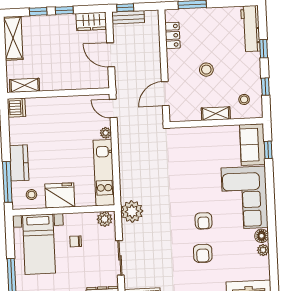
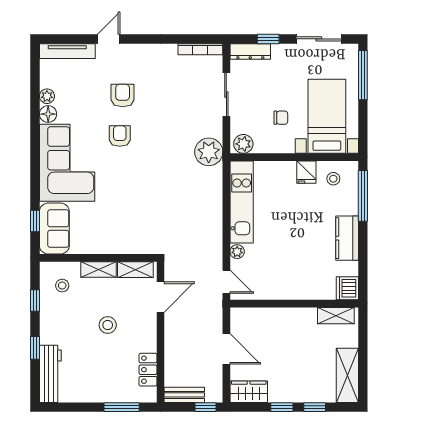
bench: (128, 17) -> (184, 395), moved
shelving: (186, 115) -> (135, 270), added
kitchen counter: (19, 163) -> (347, 238), moved
fridge: (60, 195) -> (306, 172), width x0.53, depth x0.75

